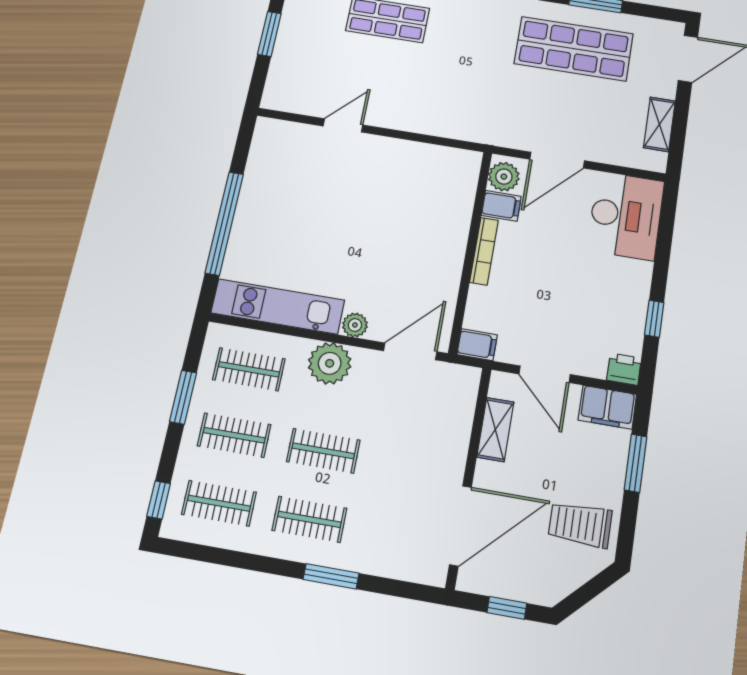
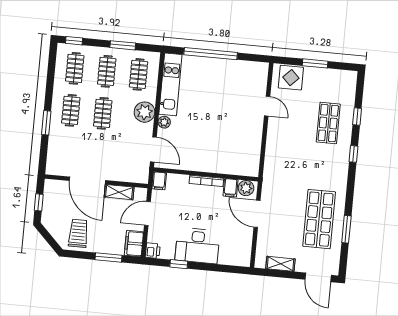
display table: (292, 79) -> (291, 78), added
desk: (626, 216) -> (197, 246), moved
door: (460, 526) -> (87, 180), moved

